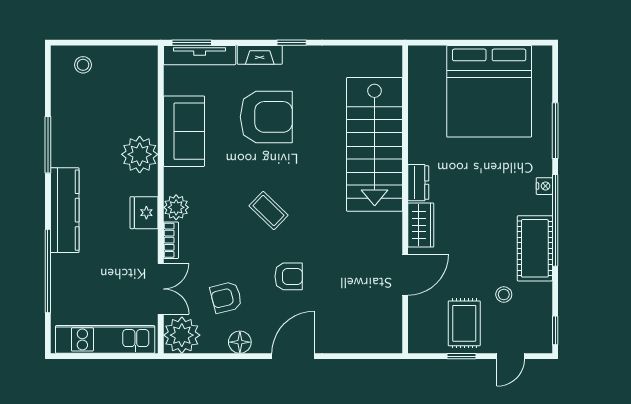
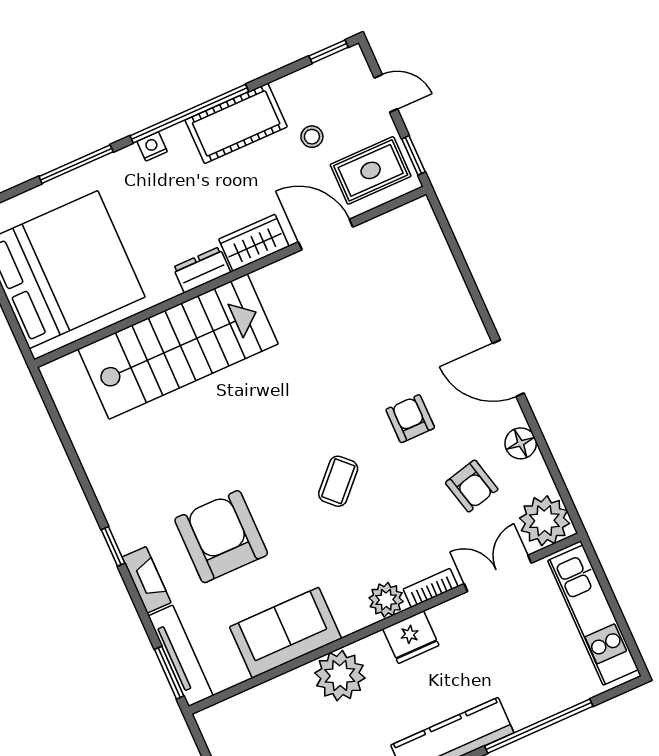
stairs: (375, 144) -> (178, 347), moved
dresser: (418, 183) -> (202, 270), moved
wall: (405, 199) -> (230, 277), moved
wardrobe: (421, 225) -> (254, 243), moved
door: (405, 275) -> (326, 234), moved

